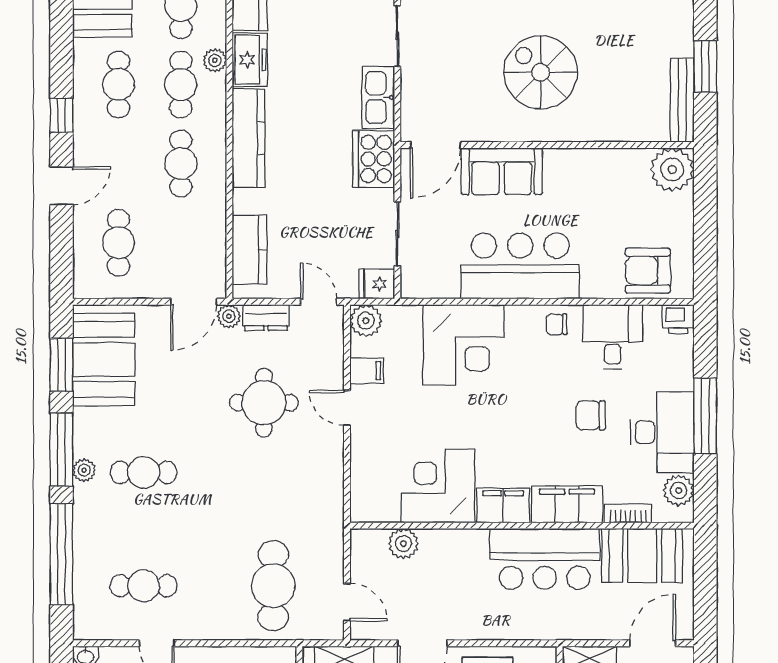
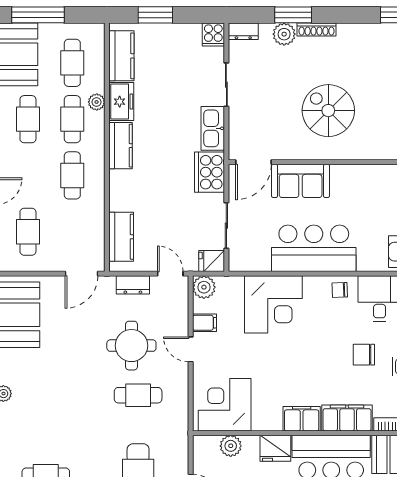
kitchen counter: (249, 138) -> (121, 146), width x0.67
plant: (229, 316) -> (107, 284), removed
cafe table: (144, 472) -> (138, 395), moved
corner desk: (438, 486) -> (225, 405), moved
fridge: (466, 547) -> (275, 448), added

